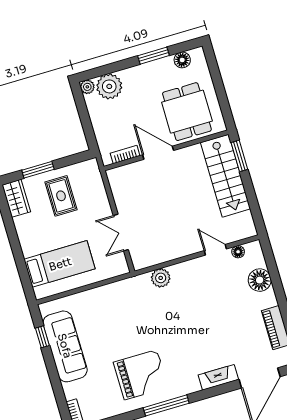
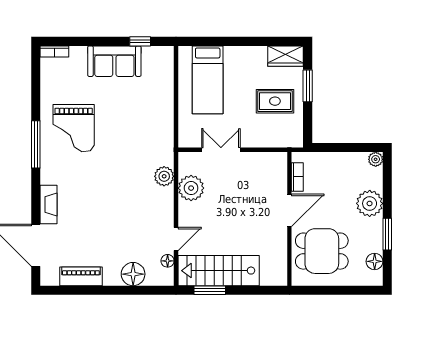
plant: (109, 86) -> (370, 203), moved
window: (239, 156) -> (210, 290), moved
stairs: (225, 176) -> (219, 271), moved
plant: (164, 250) -> (191, 188), added
sofa: (65, 346) -> (114, 61), width x0.73

